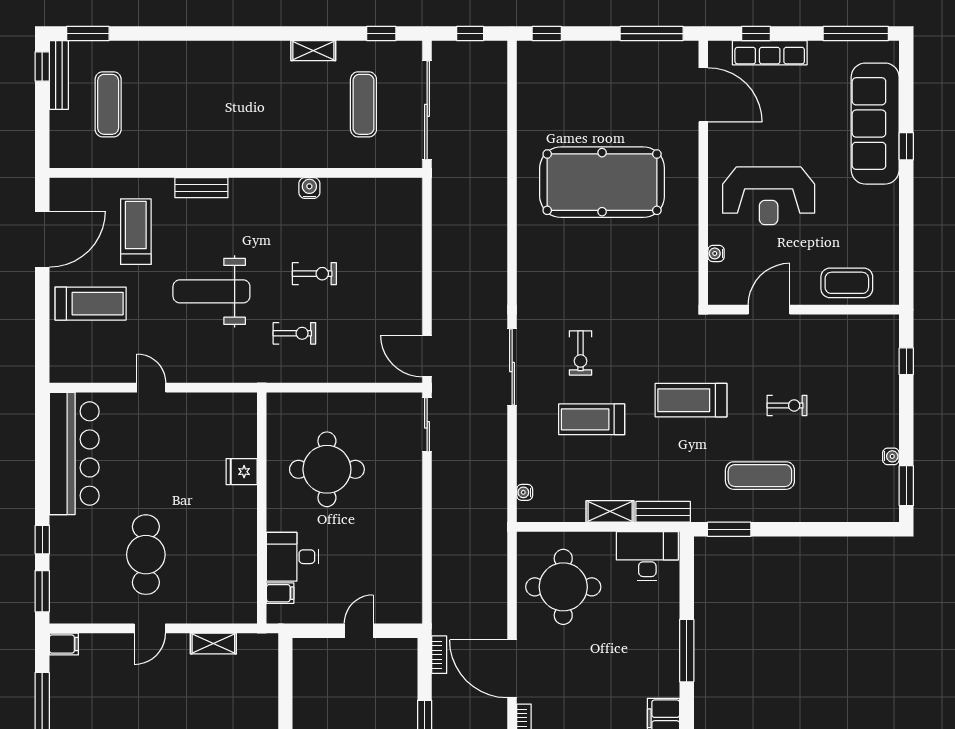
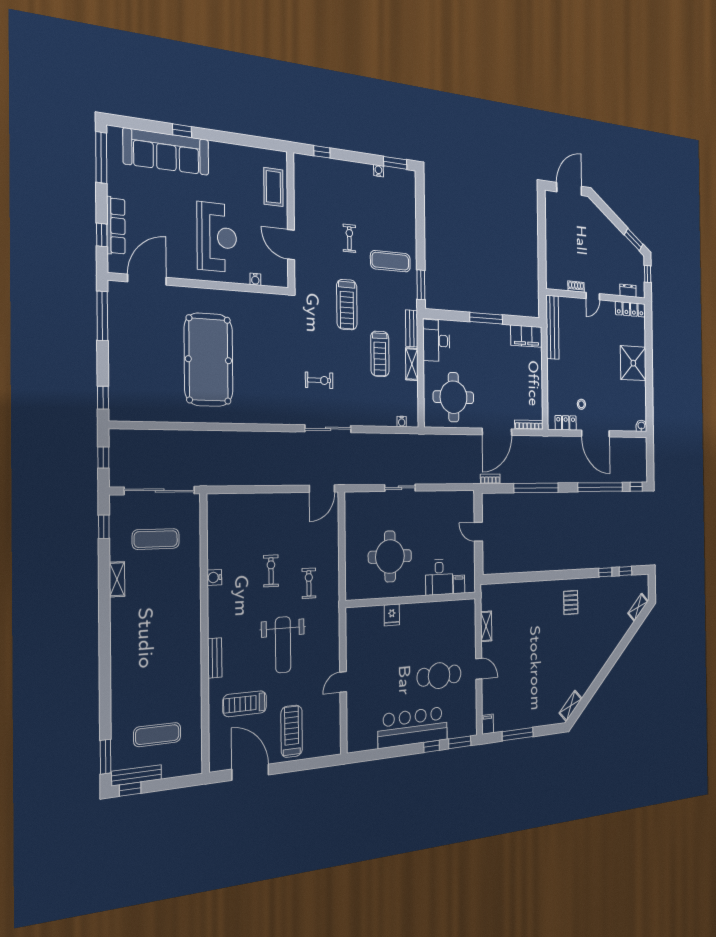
treadmill: (592, 419) -> (380, 354), moved
sliding door: (427, 425) -> (400, 488), moved
bar counter: (74, 453) -> (413, 727), moved
exercise mat: (760, 476) -> (390, 261), turned 90

